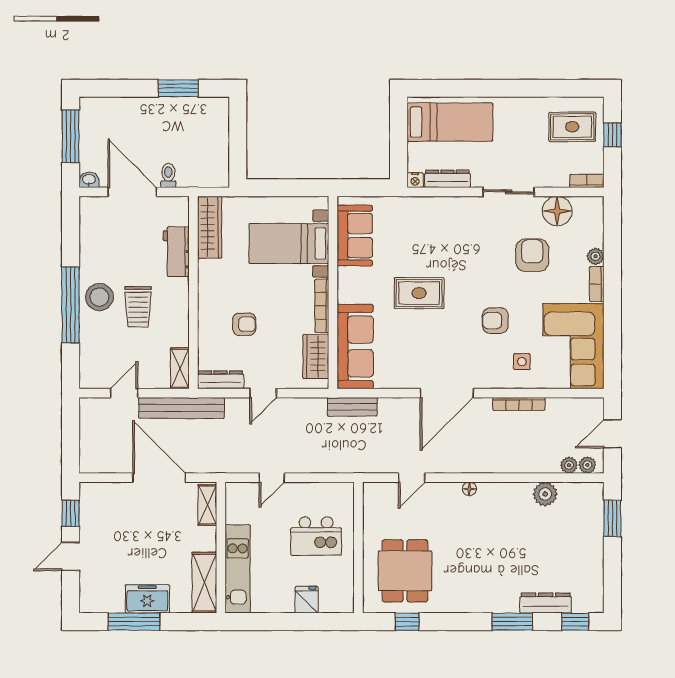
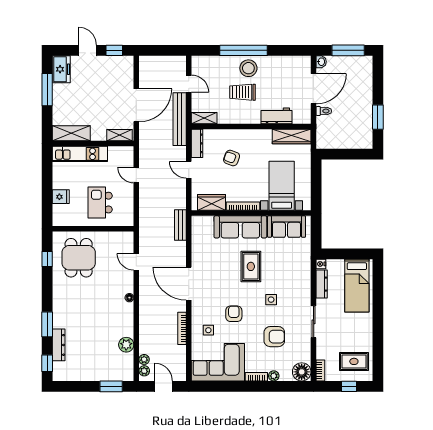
rug: (572, 127) -> (354, 361), turned 90
floor lamp: (557, 211) -> (302, 372), moved
side table: (473, 260) -> (271, 300), added
armchair: (244, 324) -> (232, 158), turned 110
sofa: (355, 346) -> (240, 227), moved
dining table: (405, 571) -> (79, 258), turned 90
freezer: (147, 599) -> (61, 69), moved

